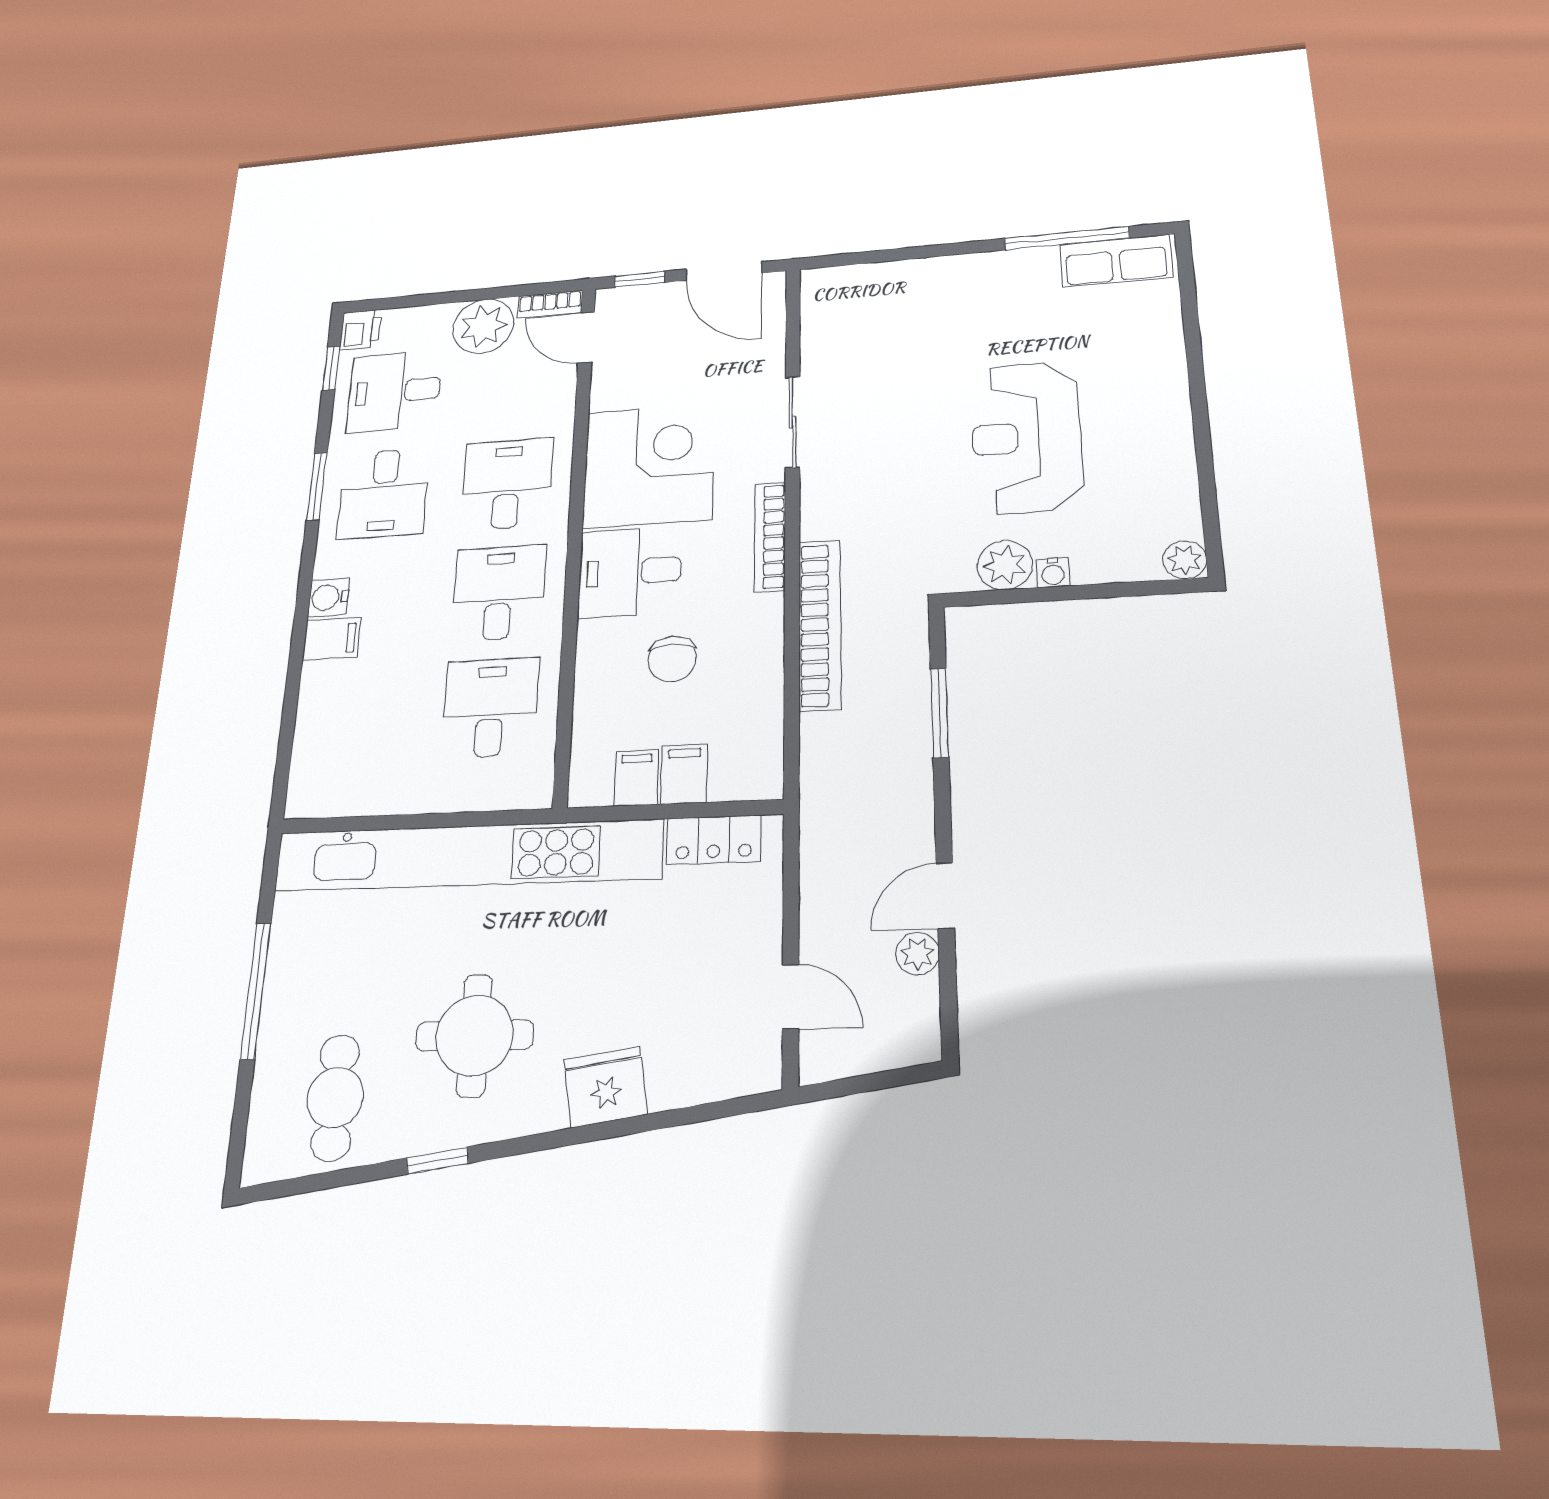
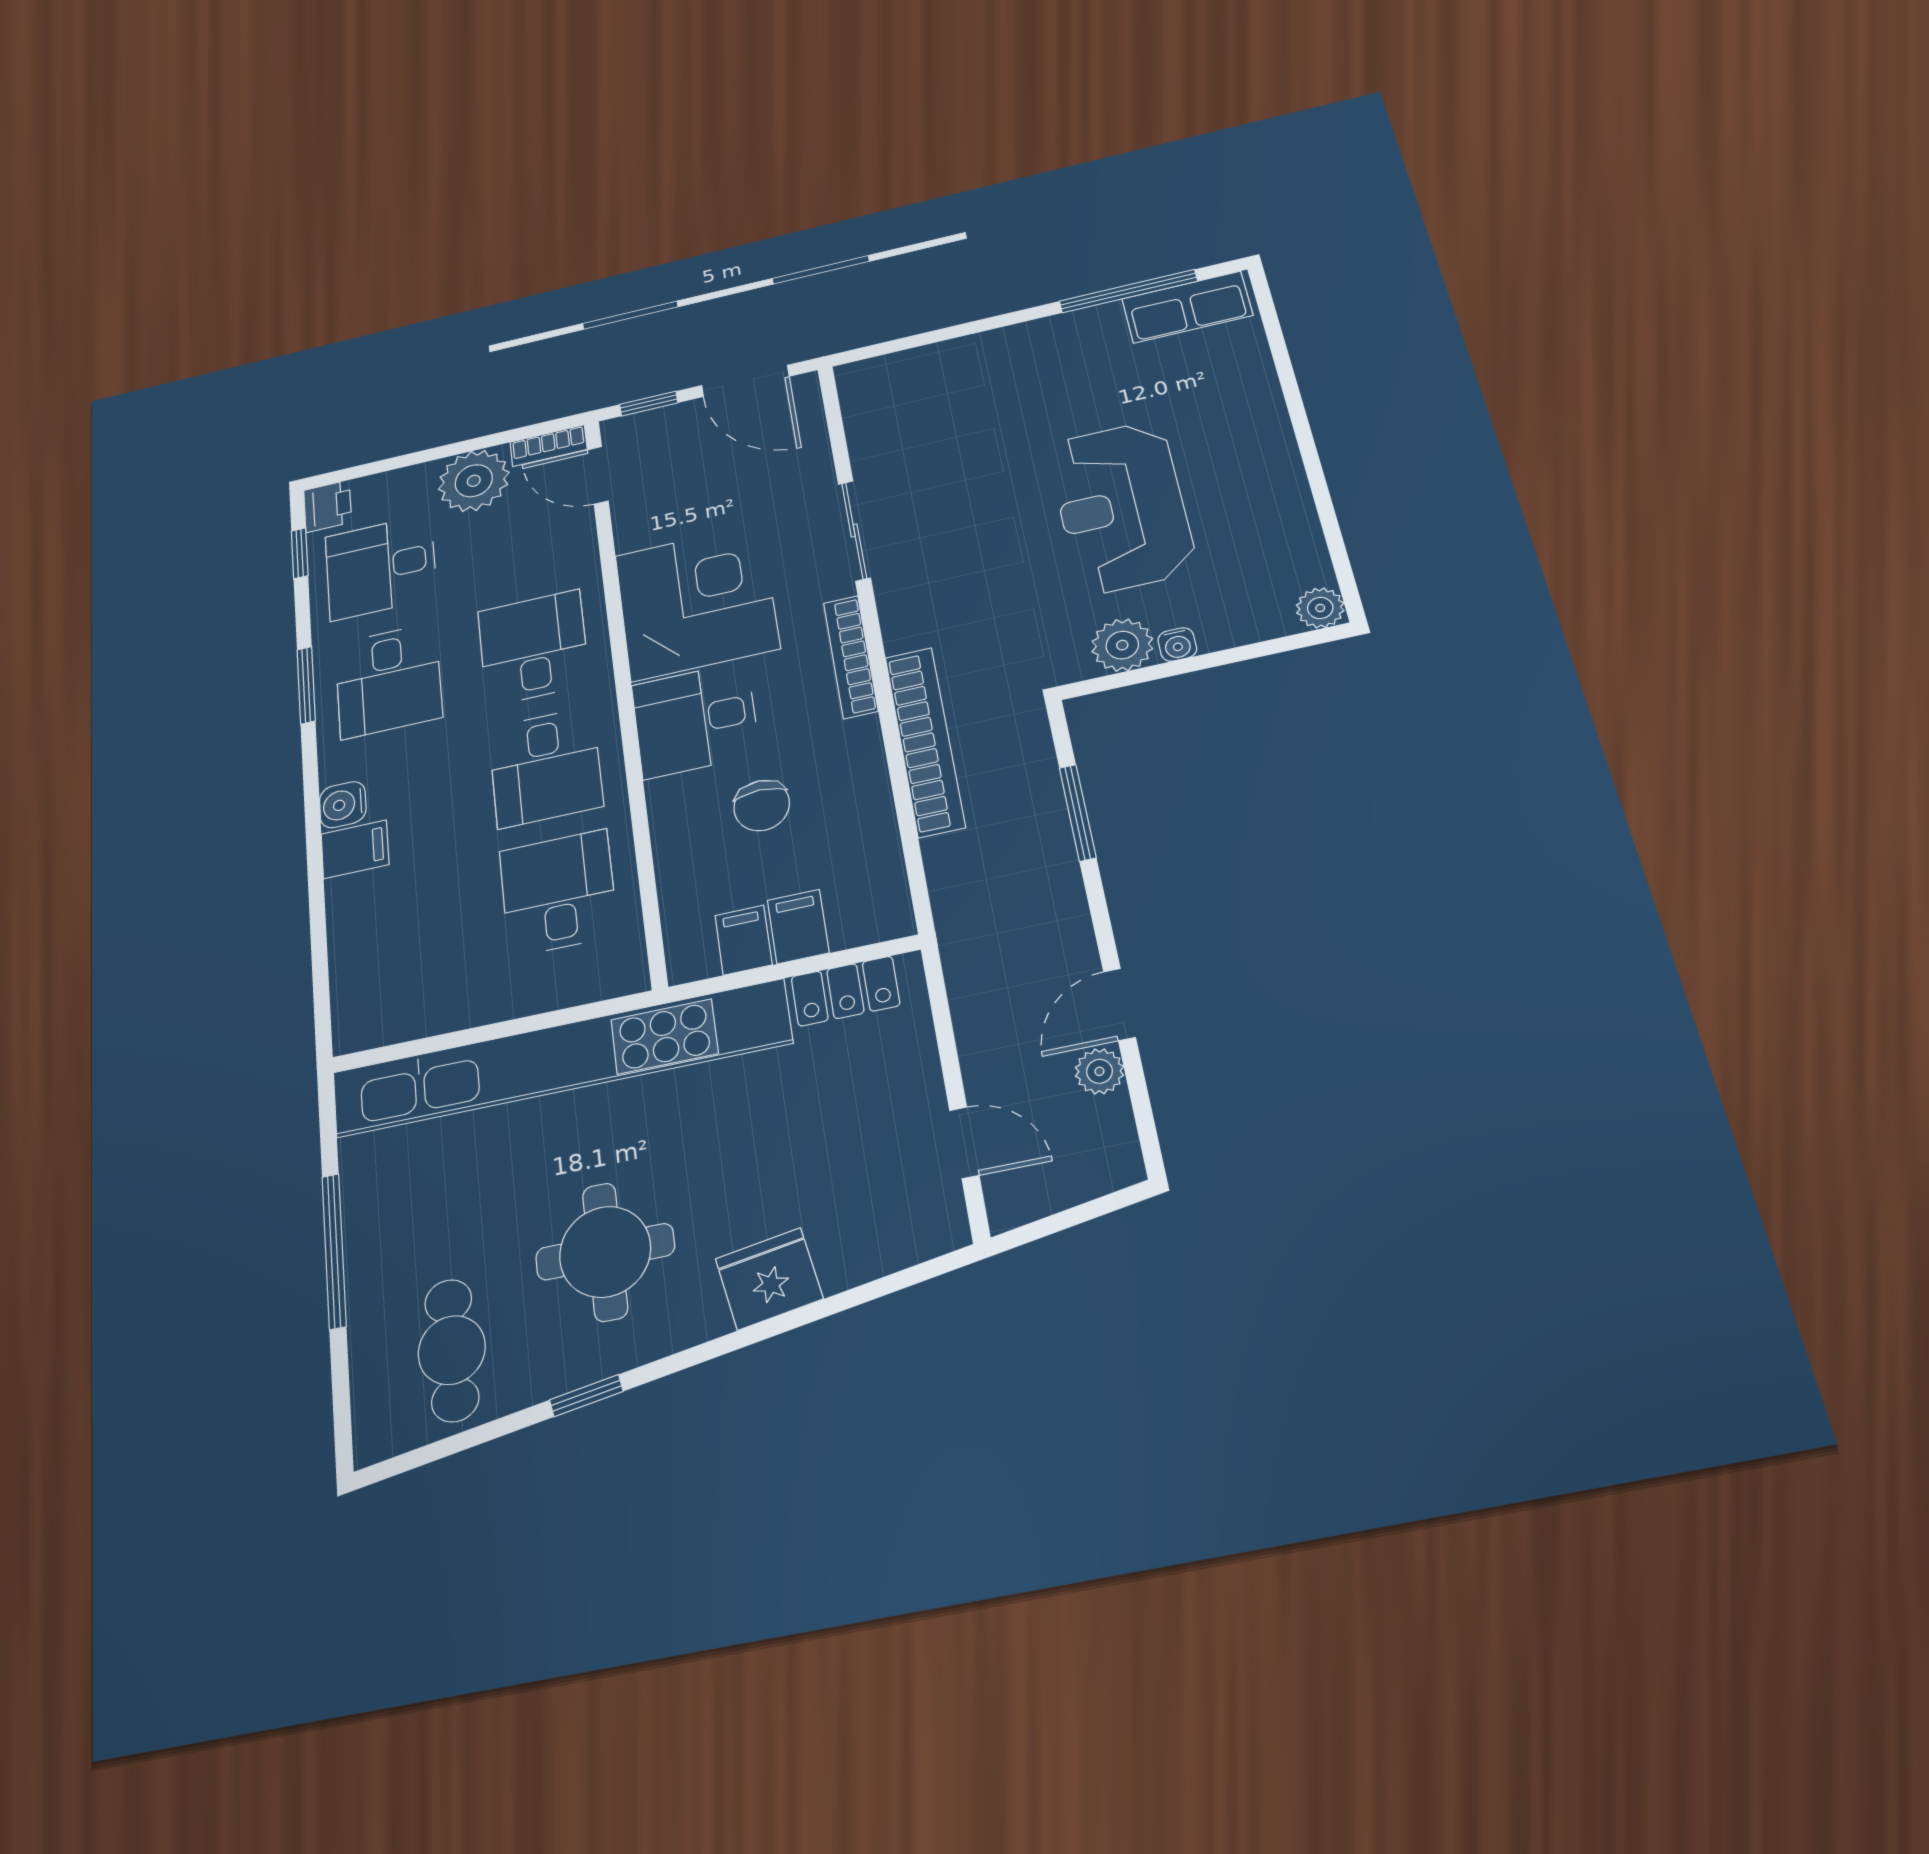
desk: (499, 593) -> (545, 767), turned 180

